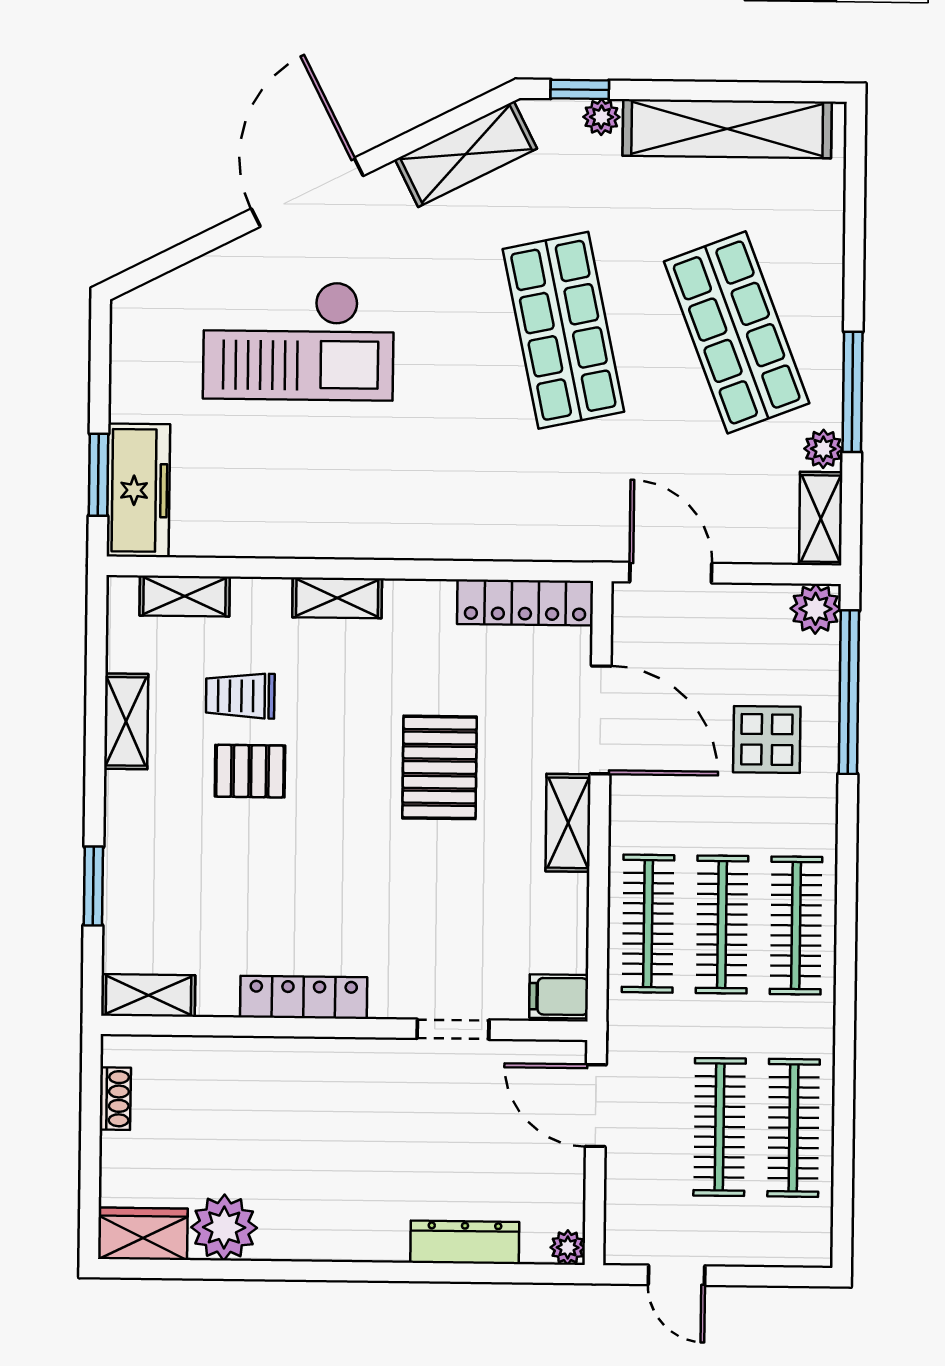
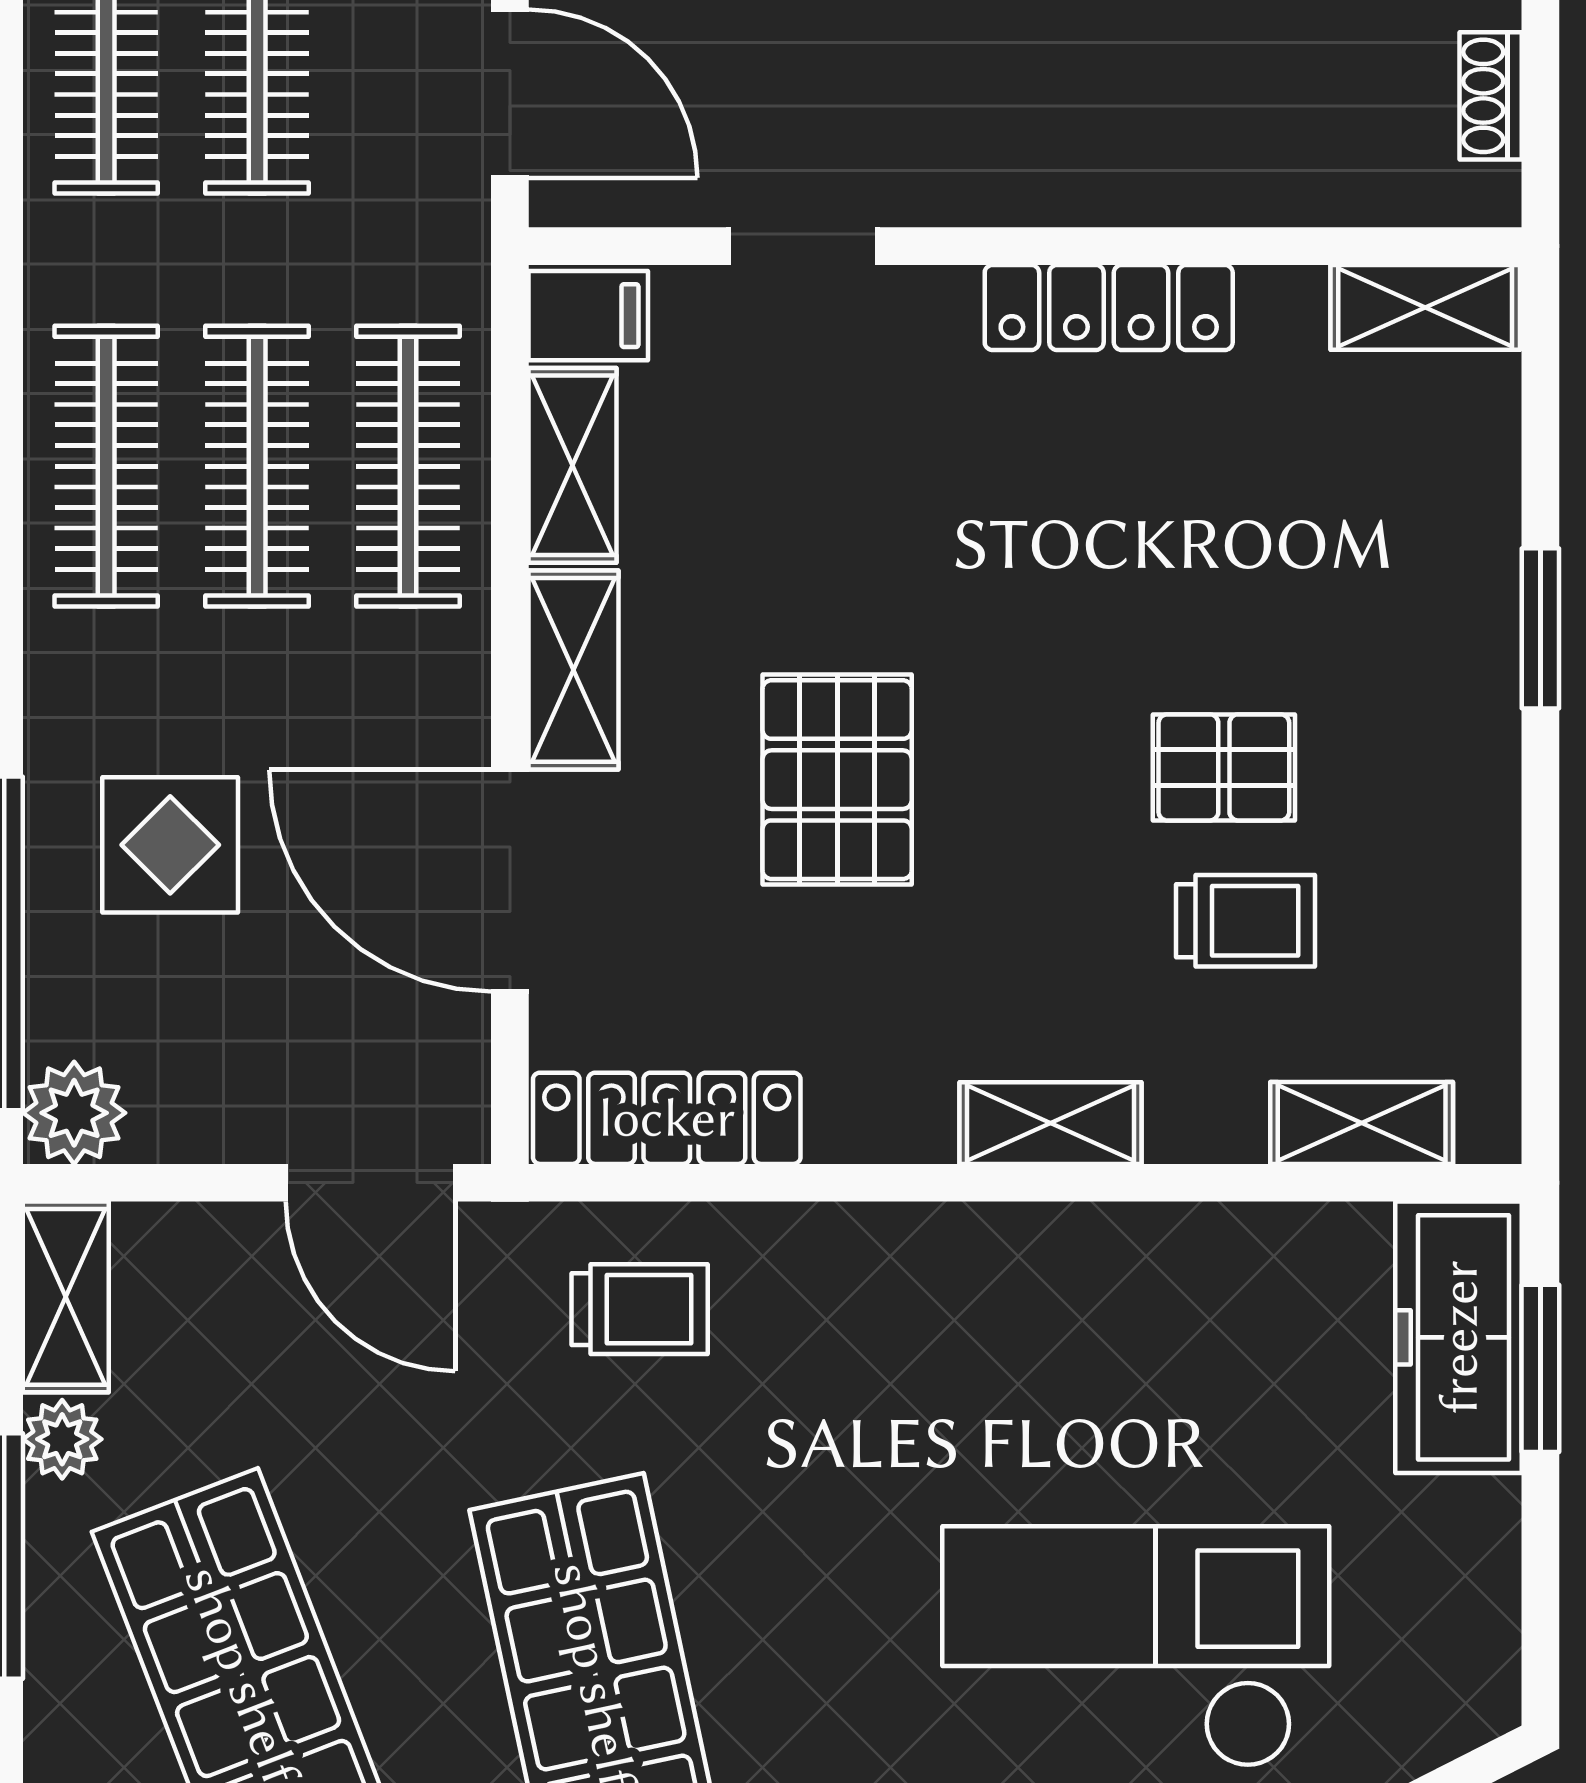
trolley: (540, 509) -> (640, 1309), added
shelving: (126, 721) -> (573, 465), moved
window: (93, 886) -> (1540, 628), moved

